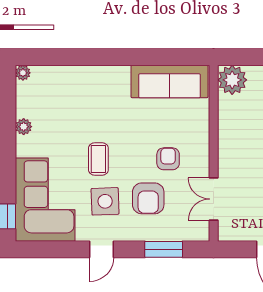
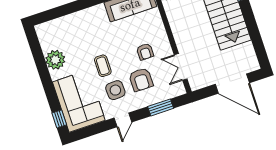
plant: (23, 73) -> (40, 29), removed
plant: (24, 127) -> (55, 60), width x1.88, depth x1.88
armchair: (168, 159) -> (145, 52), turned 180

